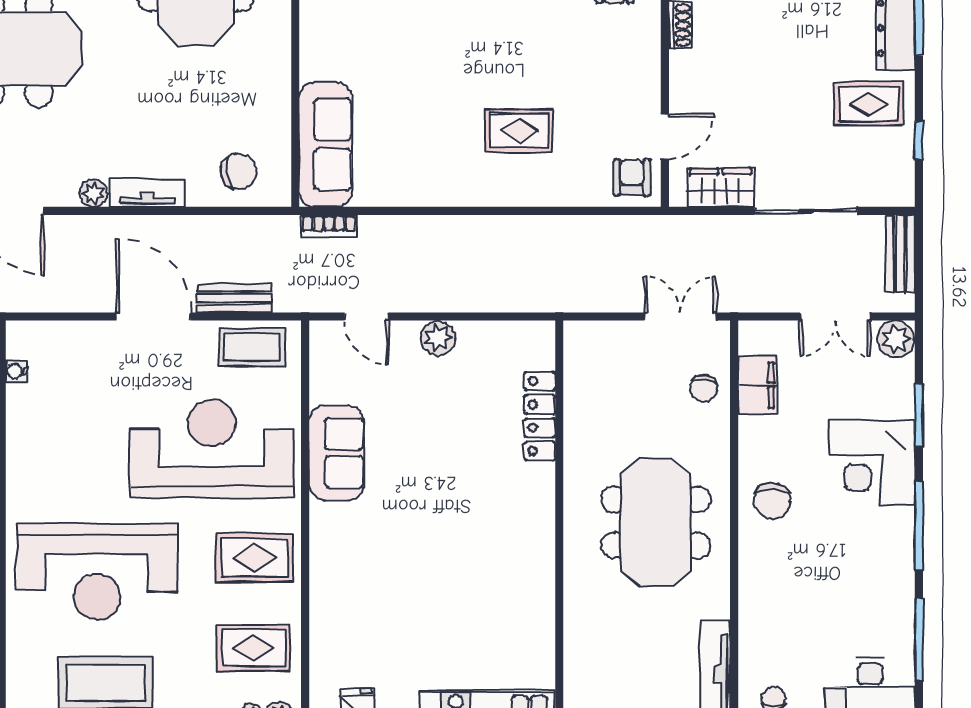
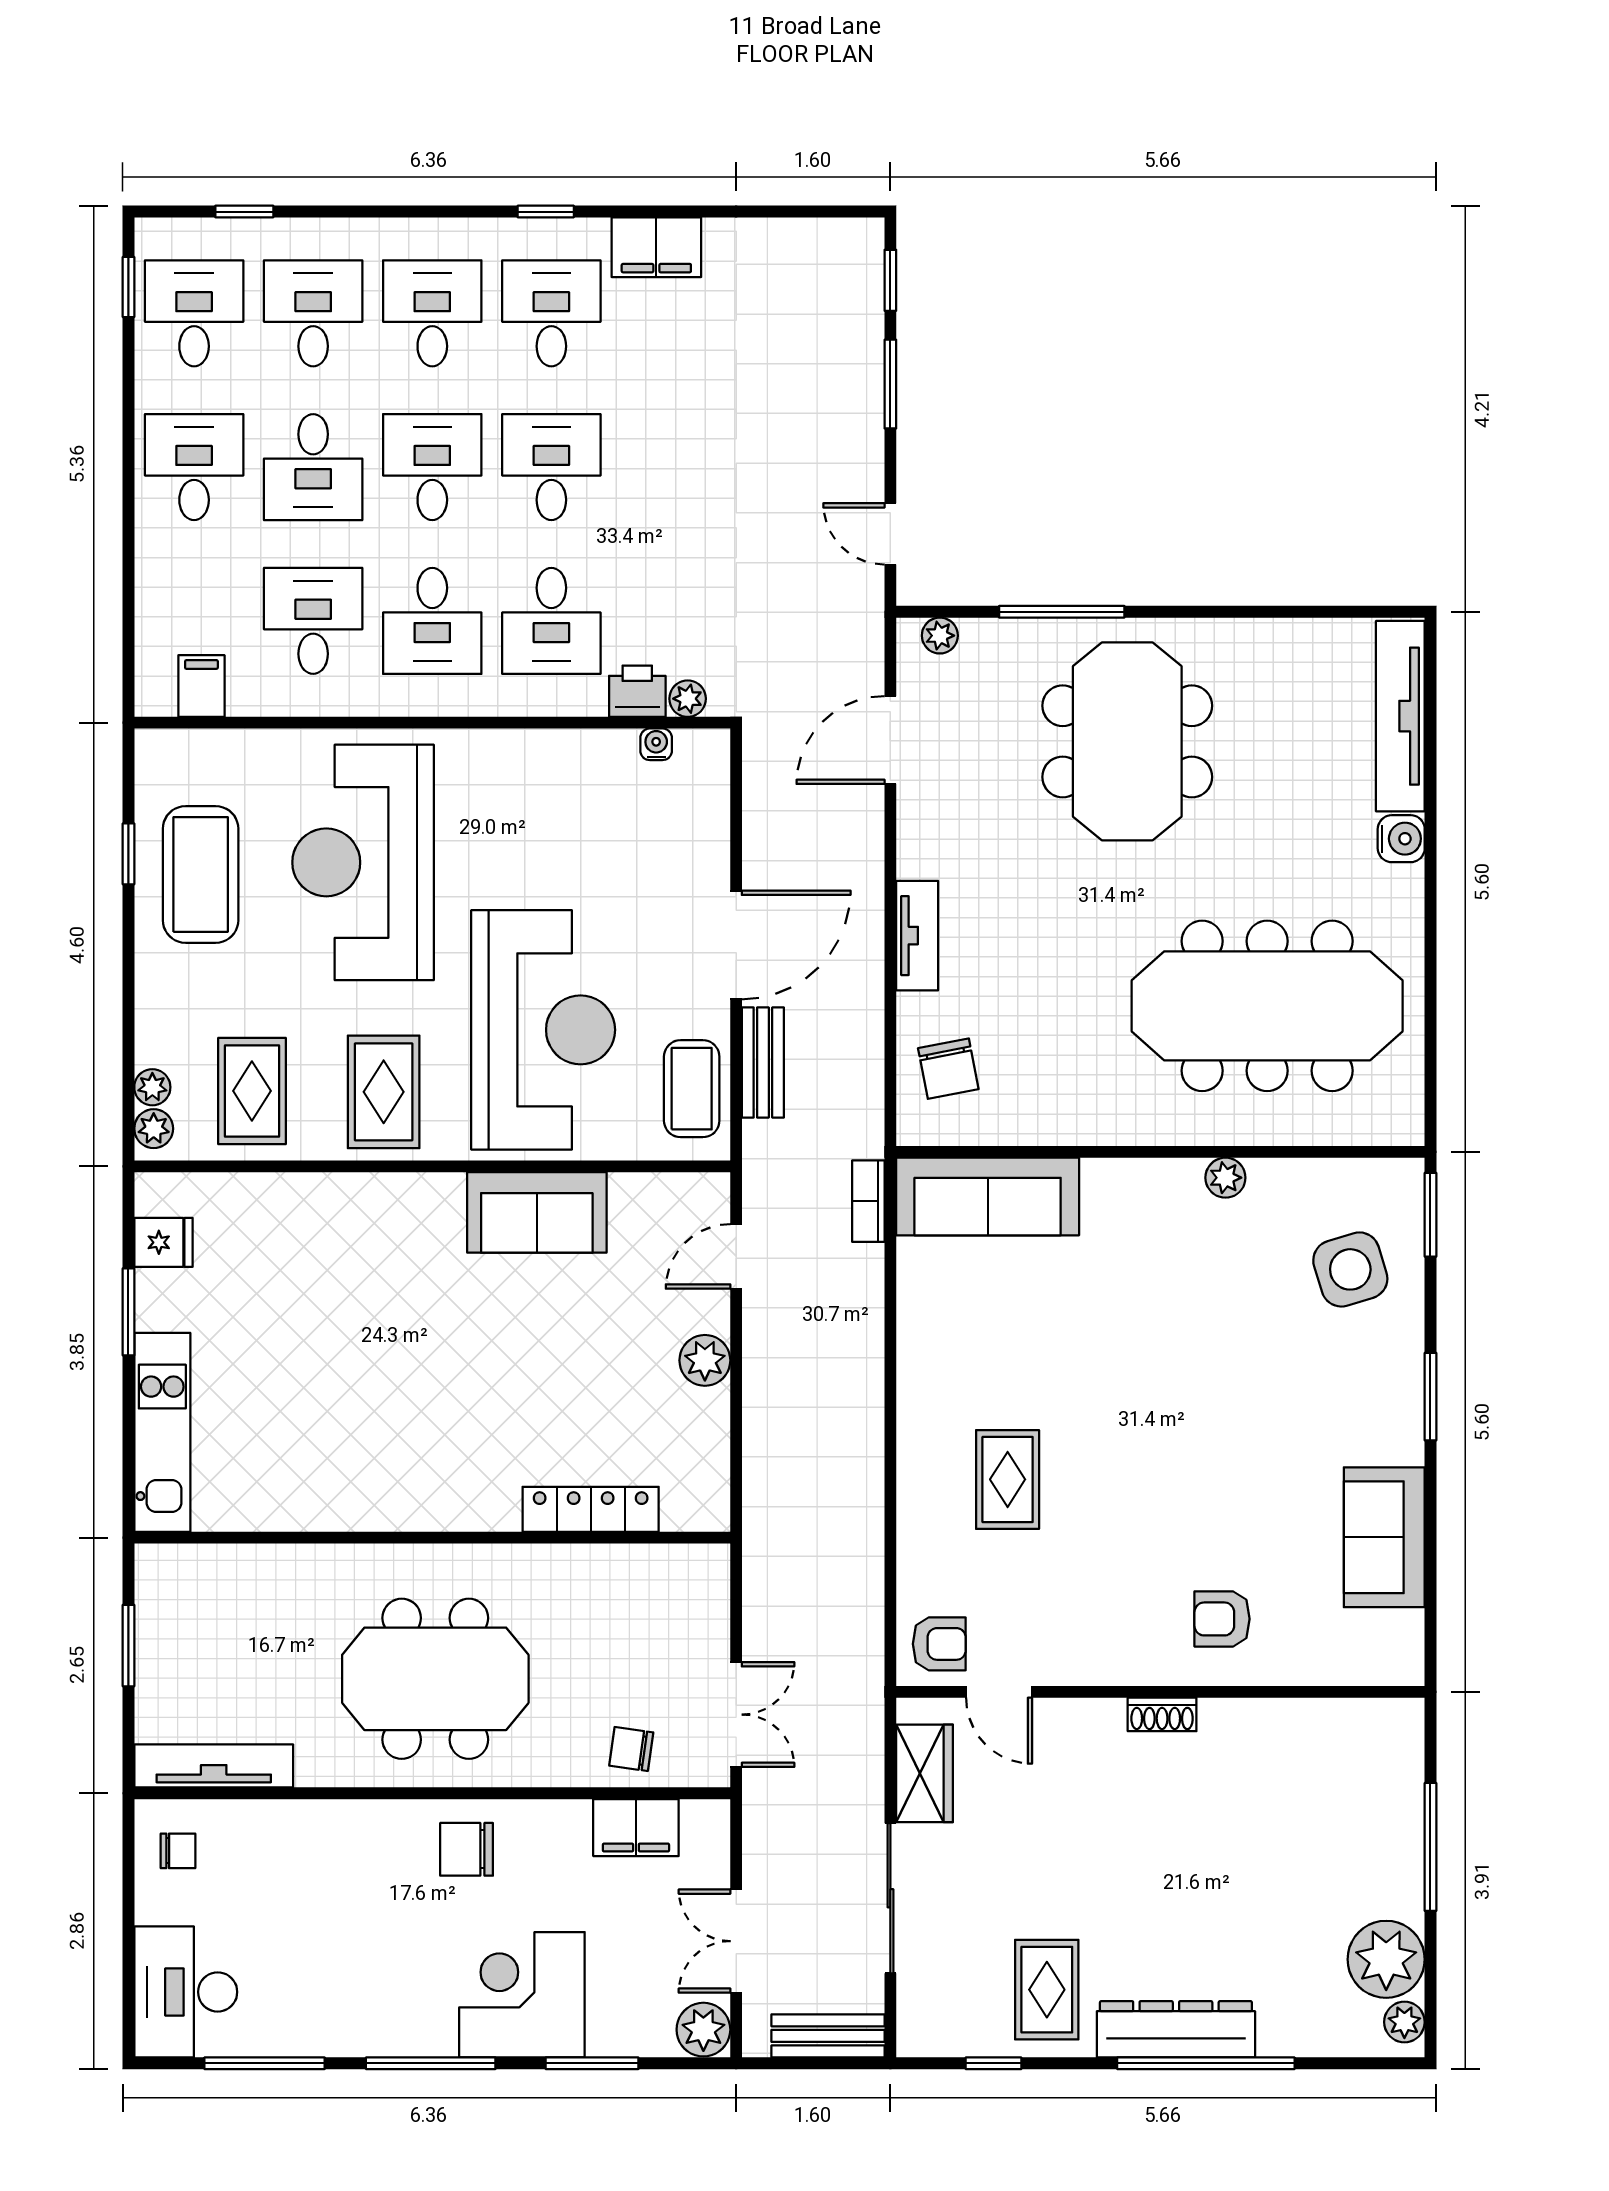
plant: (93, 193) -> (916, 857), removed

